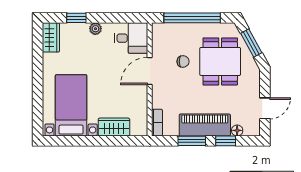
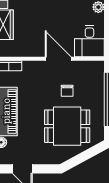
window: (251, 43) -> (85, 156), removed

